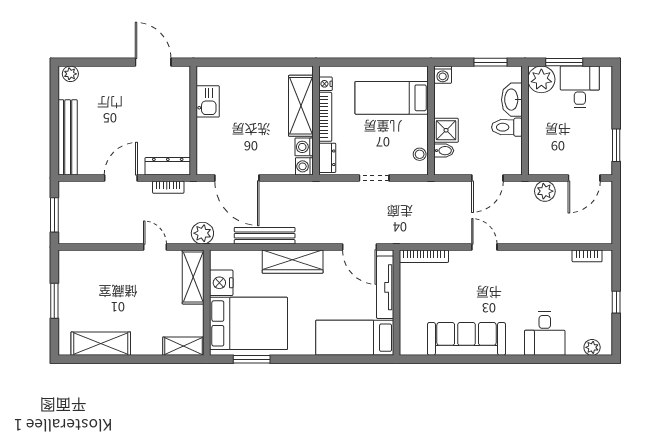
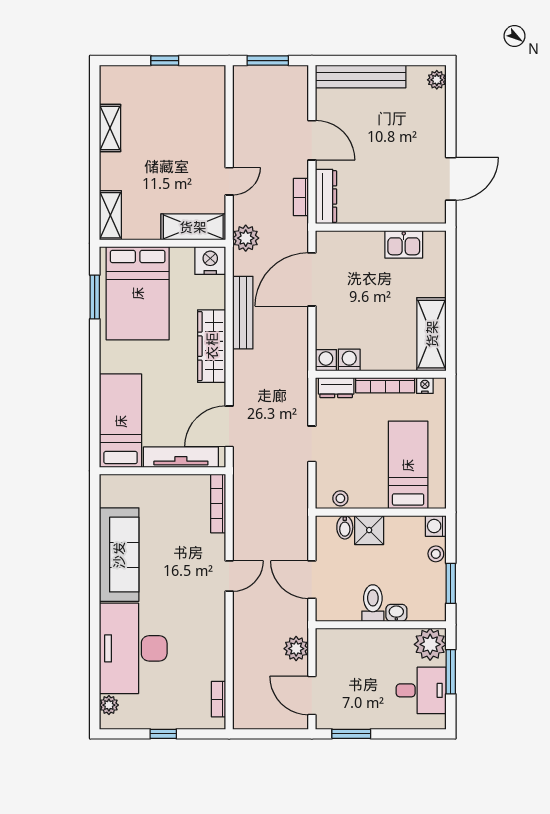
stool: (466, 75) -> (436, 554), added
washbasin: (512, 100) -> (396, 613), width x0.52, depth x0.69
shelving: (301, 106) -> (432, 334), moved, turned 90
nightstand: (221, 283) -> (210, 261), moved
window: (54, 301) -> (165, 61), width x0.67
desk: (545, 334) -> (133, 648), width x1.87, depth x1.30
shelving: (101, 344) -> (110, 128), width x0.67, depth x0.75

